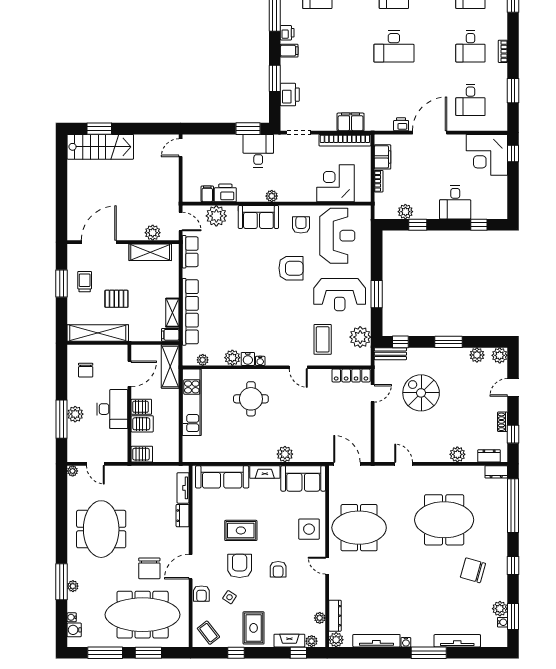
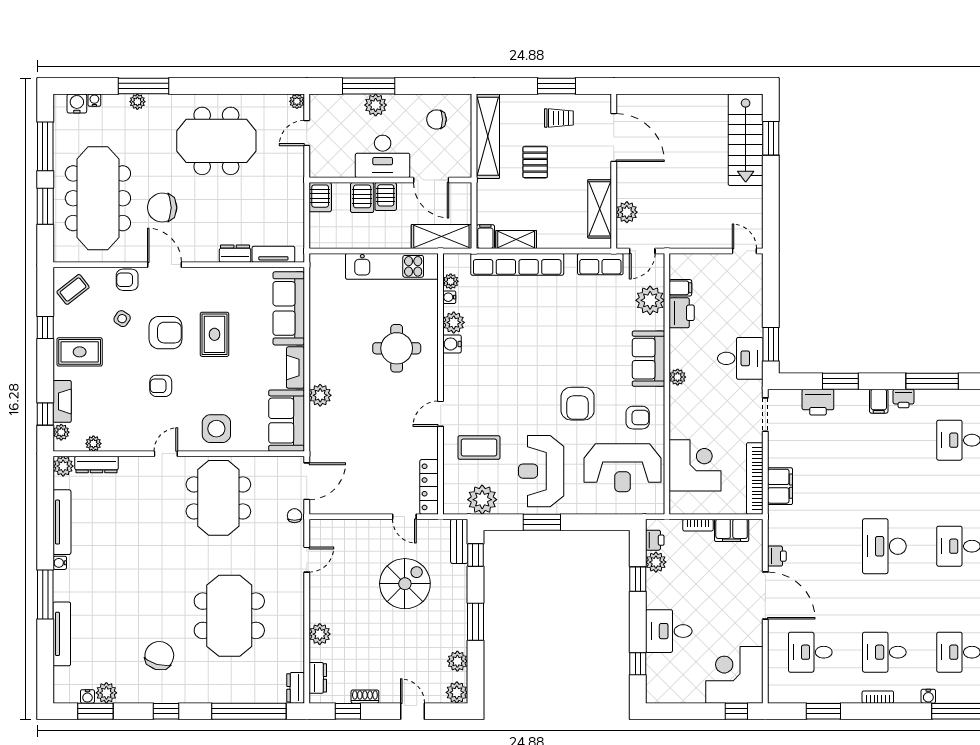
water cooler: (502, 15) -> (928, 696), added
printer: (390, 212) -> (655, 540), added
water cooler: (260, 361) -> (449, 297), moved
chair: (372, 473) -> (294, 516), added

